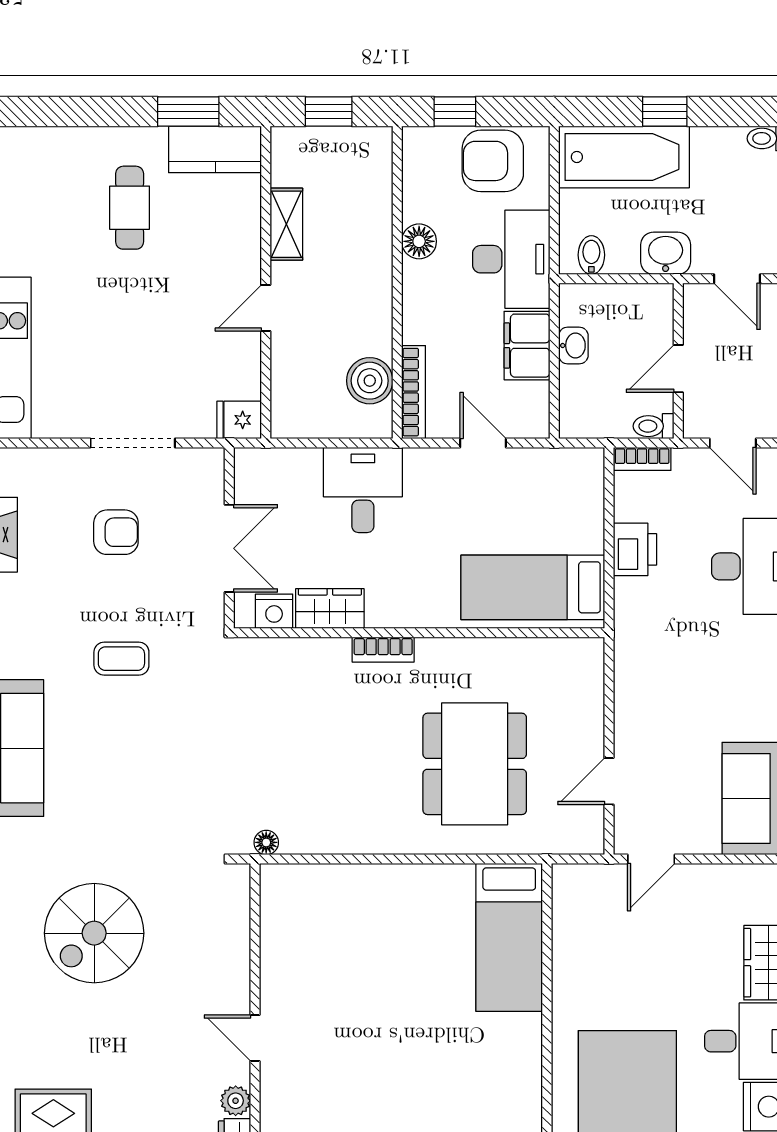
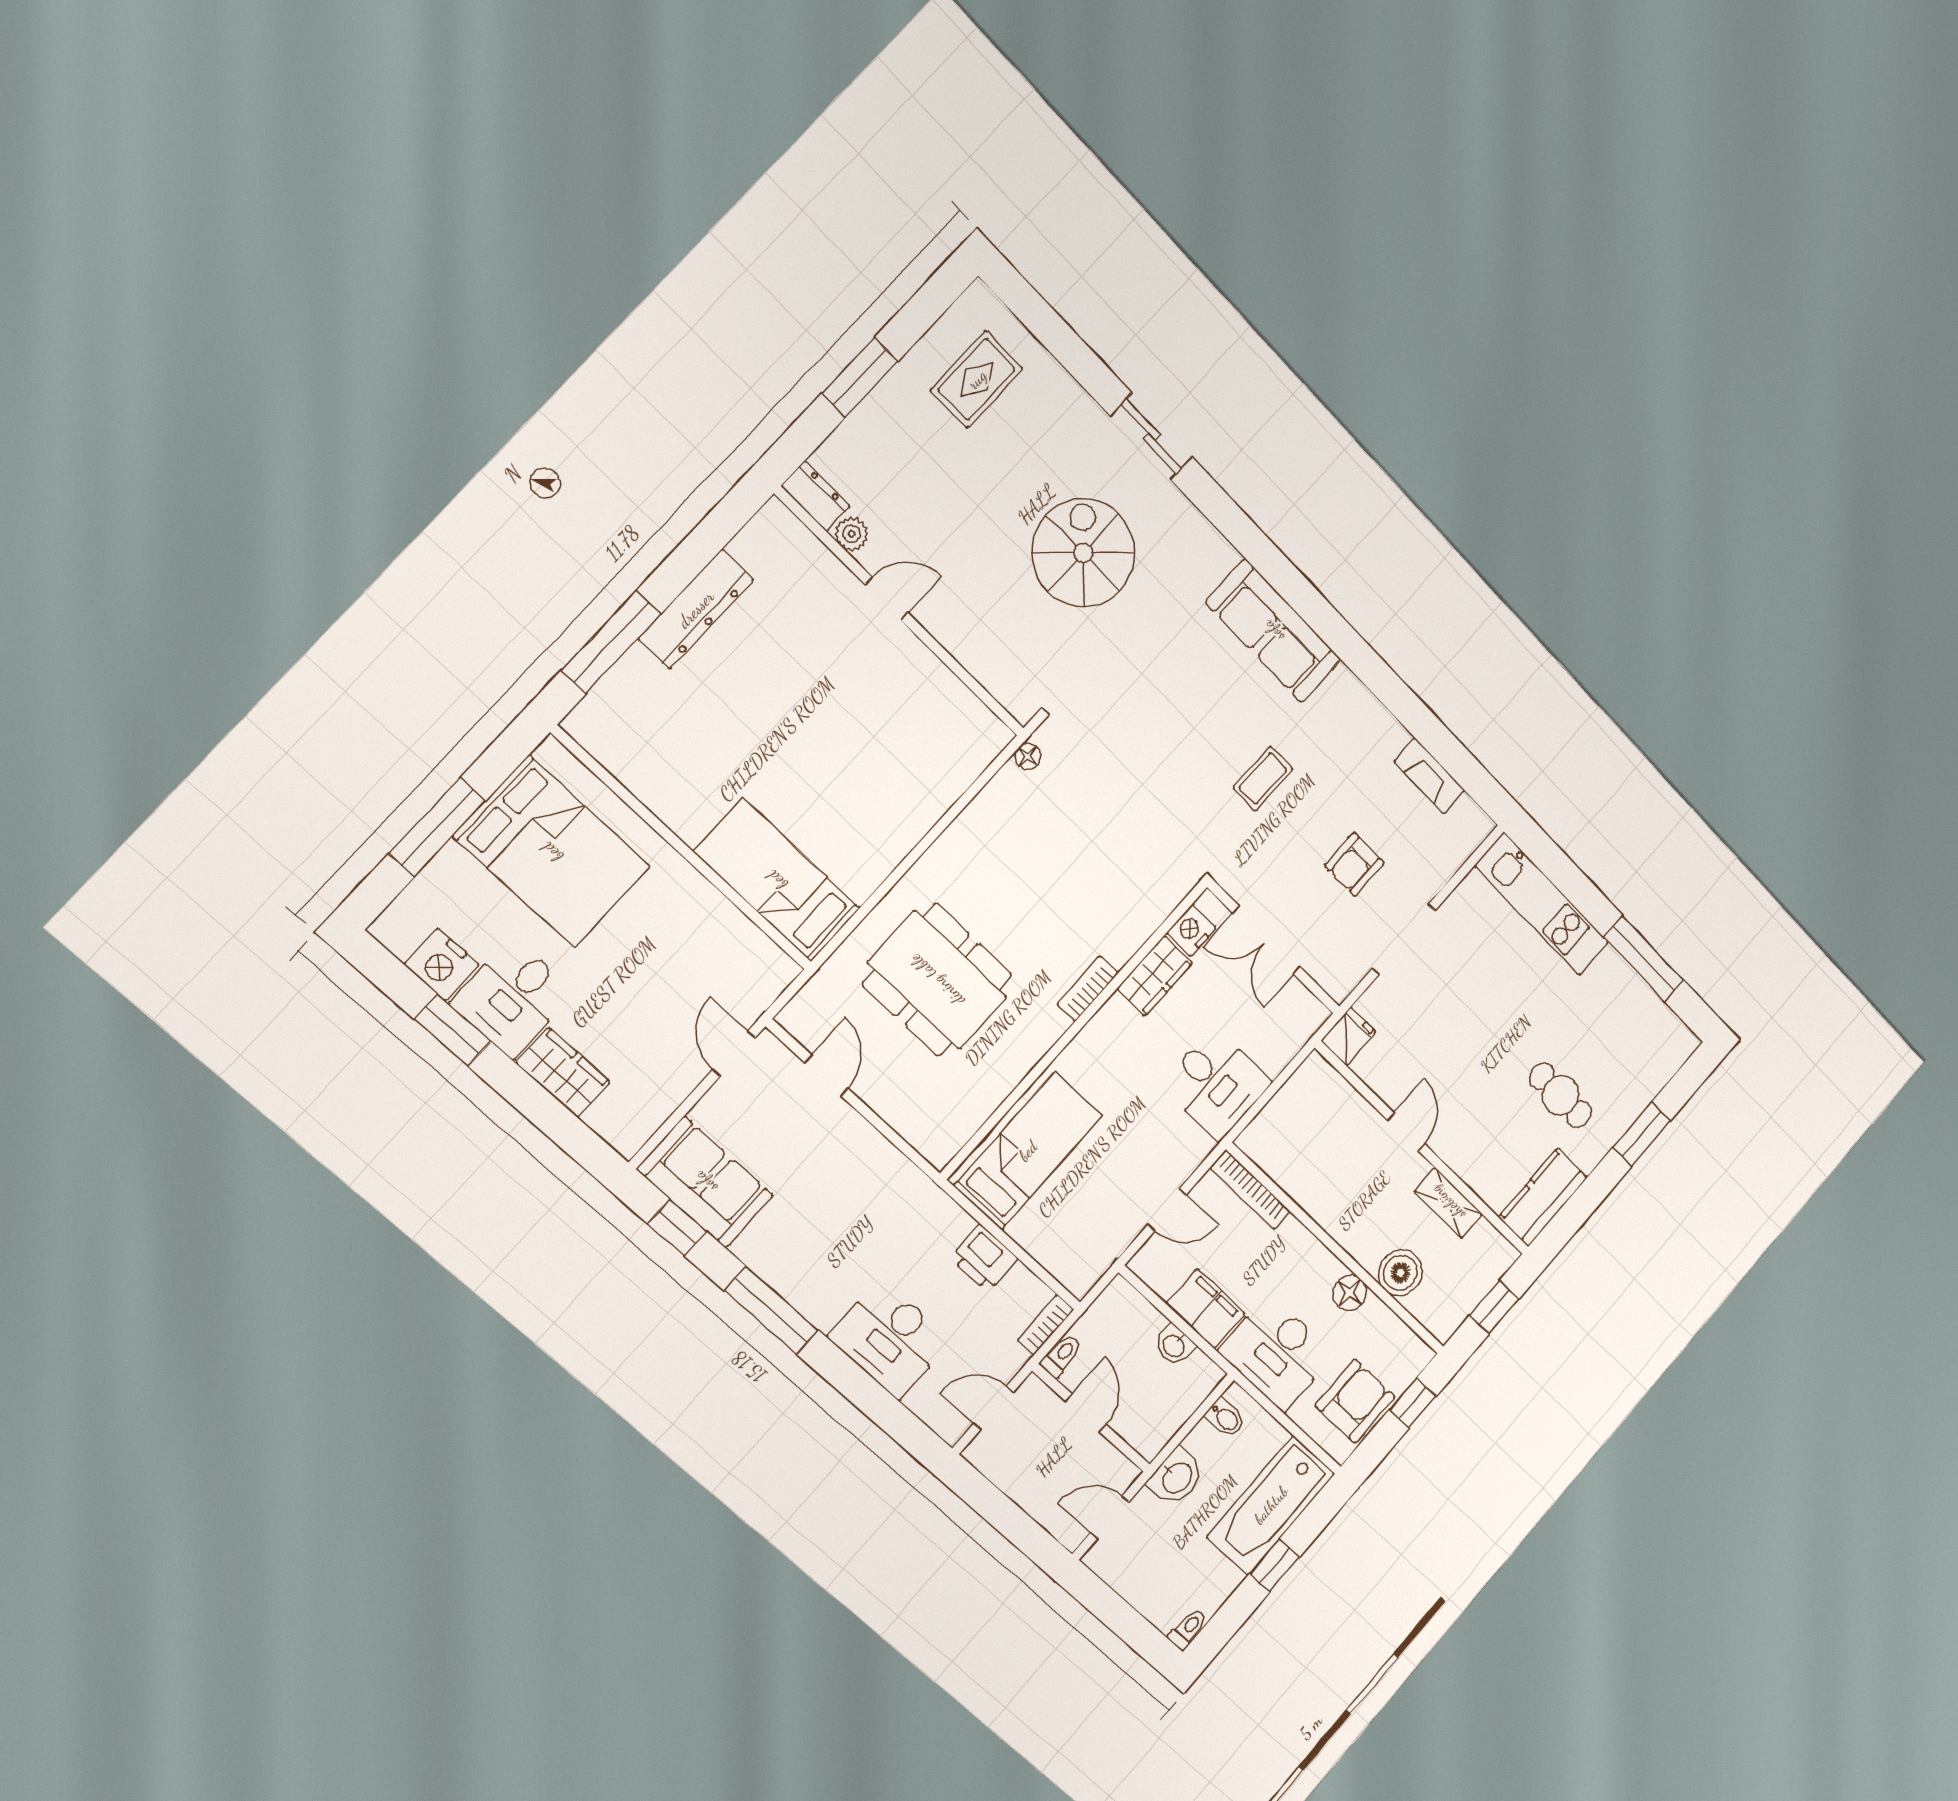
window: (188, 112) -> (1642, 1134), moved
boiler: (370, 381) -> (1400, 1273), moved

